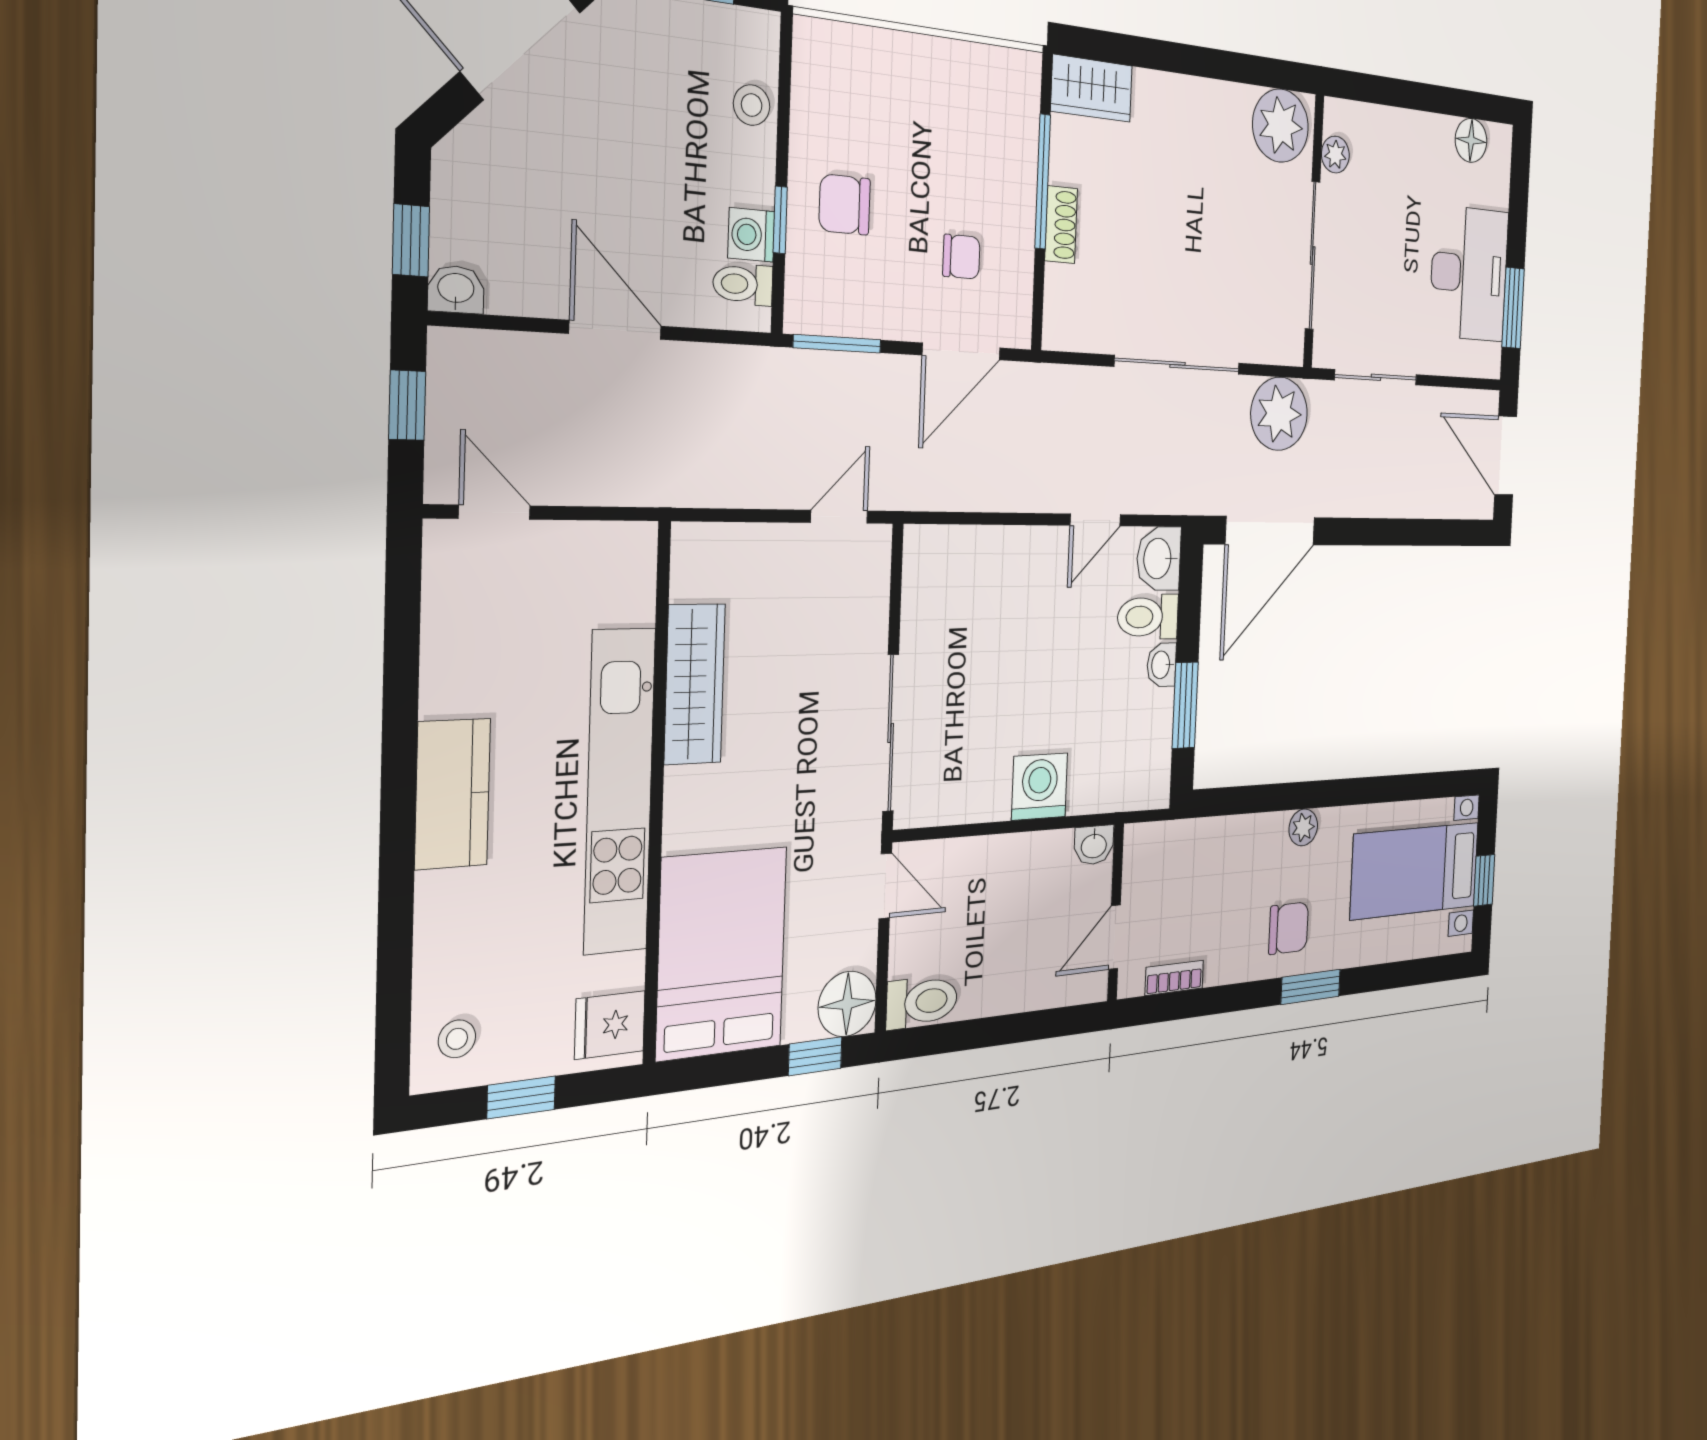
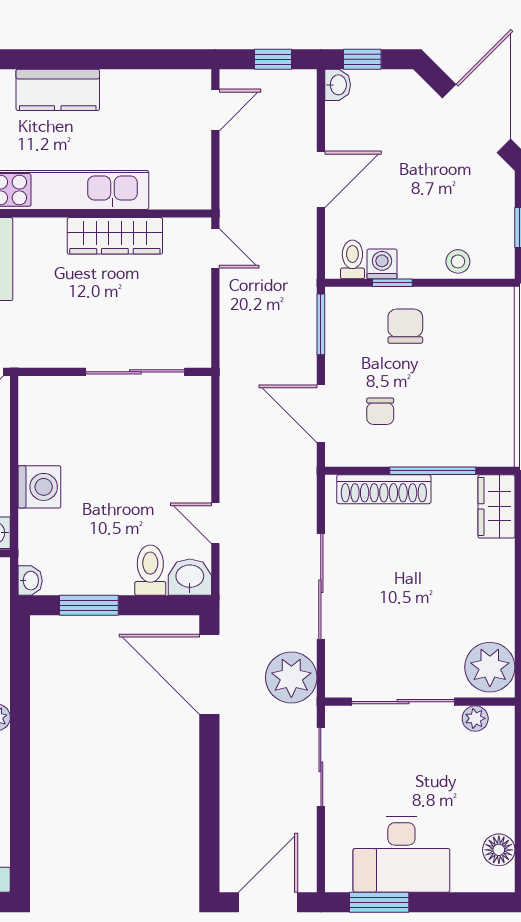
shoe rack: (1061, 225) -> (384, 489), width x1.94, depth x1.24
door: (839, 517) -> (215, 248), moved
washbasin: (1161, 665) -> (30, 581), moved, turned 90
sliding door: (891, 733) -> (135, 372), moved

